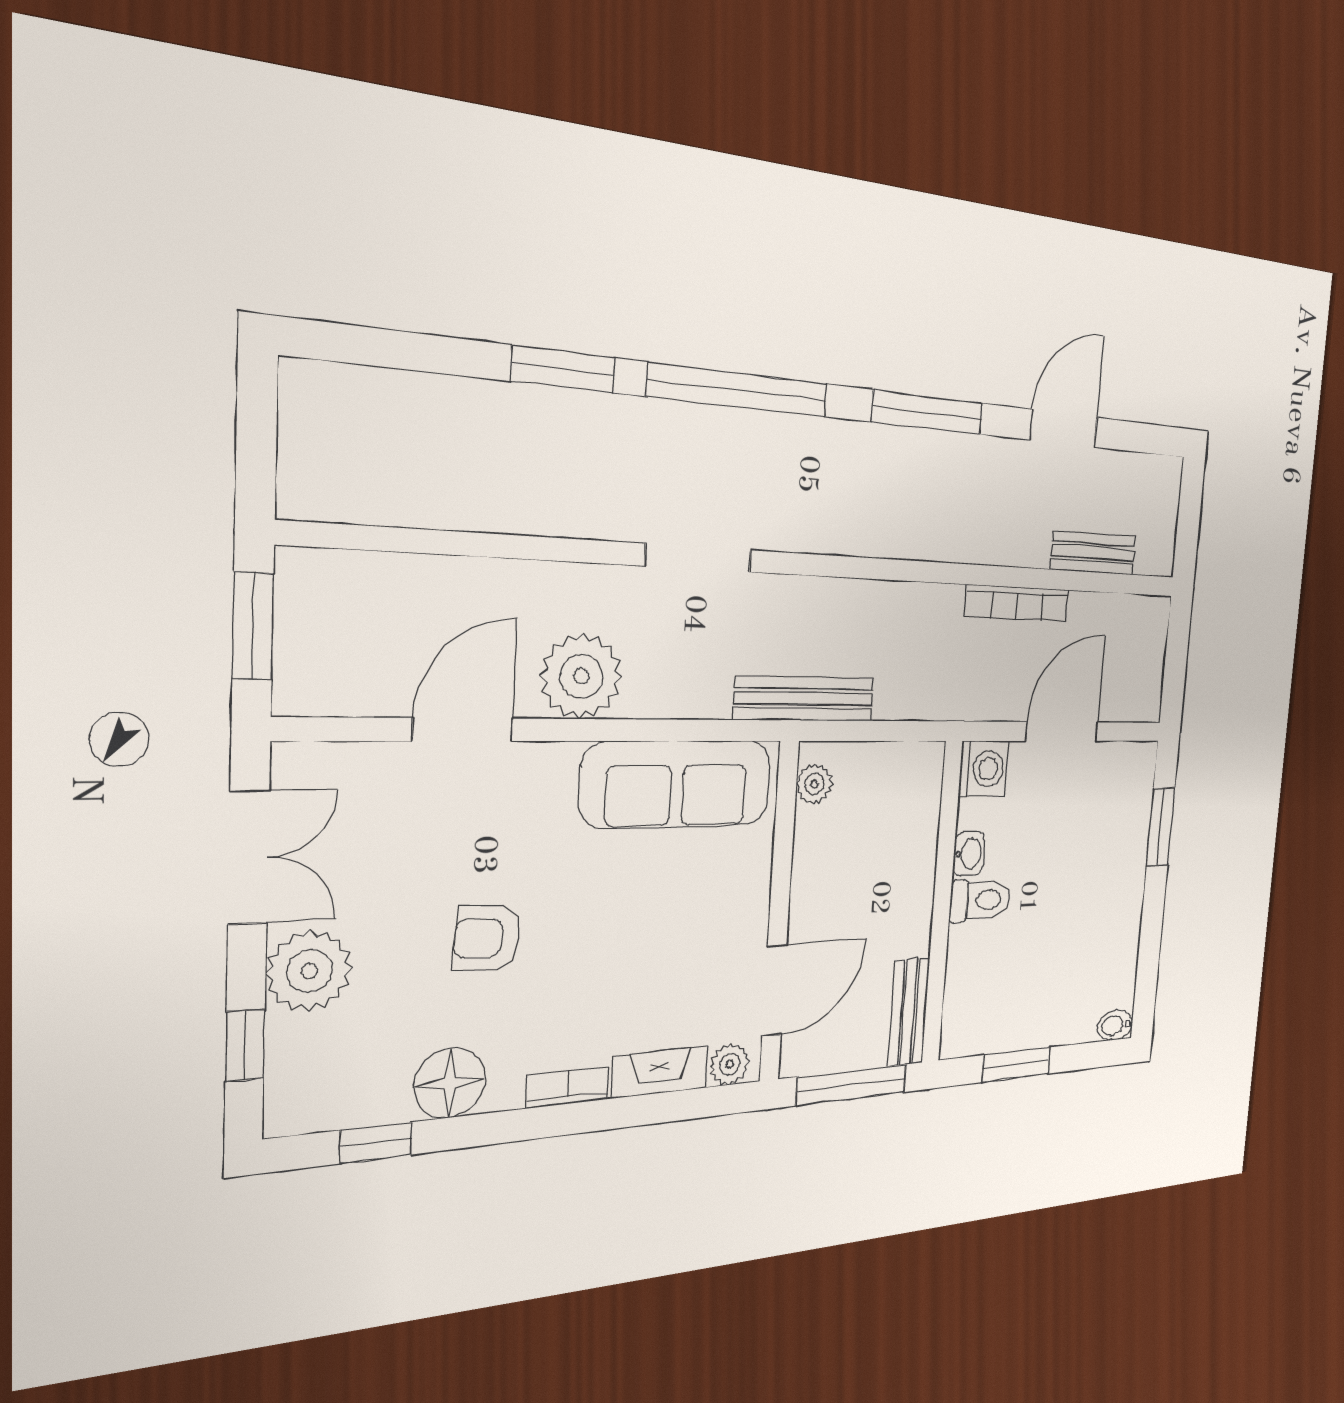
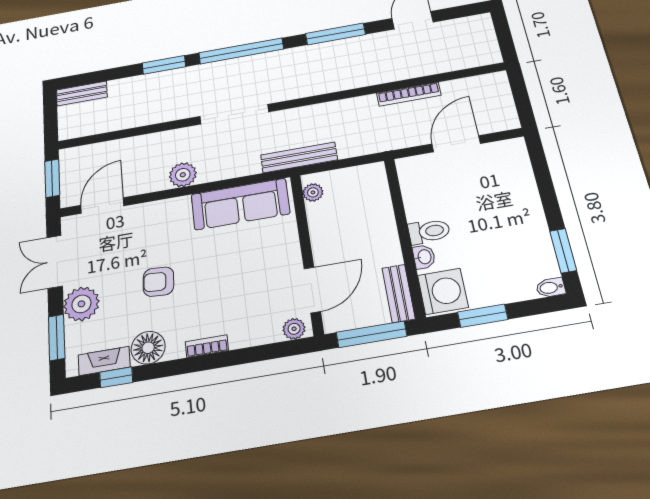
bench: (1093, 552) -> (82, 93), moved
doorway: (699, 558) -> (234, 114), width x1.36
plant: (581, 676) -> (183, 175), width x0.73, depth x0.73
door: (463, 730) -> (102, 206), moved
washing machine: (984, 769) -> (443, 291), moved, width x1.37, depth x1.37
window: (1161, 827) -> (563, 251), moved
washbasin: (969, 854) -> (424, 257), moved
double door: (249, 857) -> (55, 262), swing flipped
window: (245, 1045) -> (57, 337), width x1.50
fireplace: (660, 1072) -> (104, 361), moved

